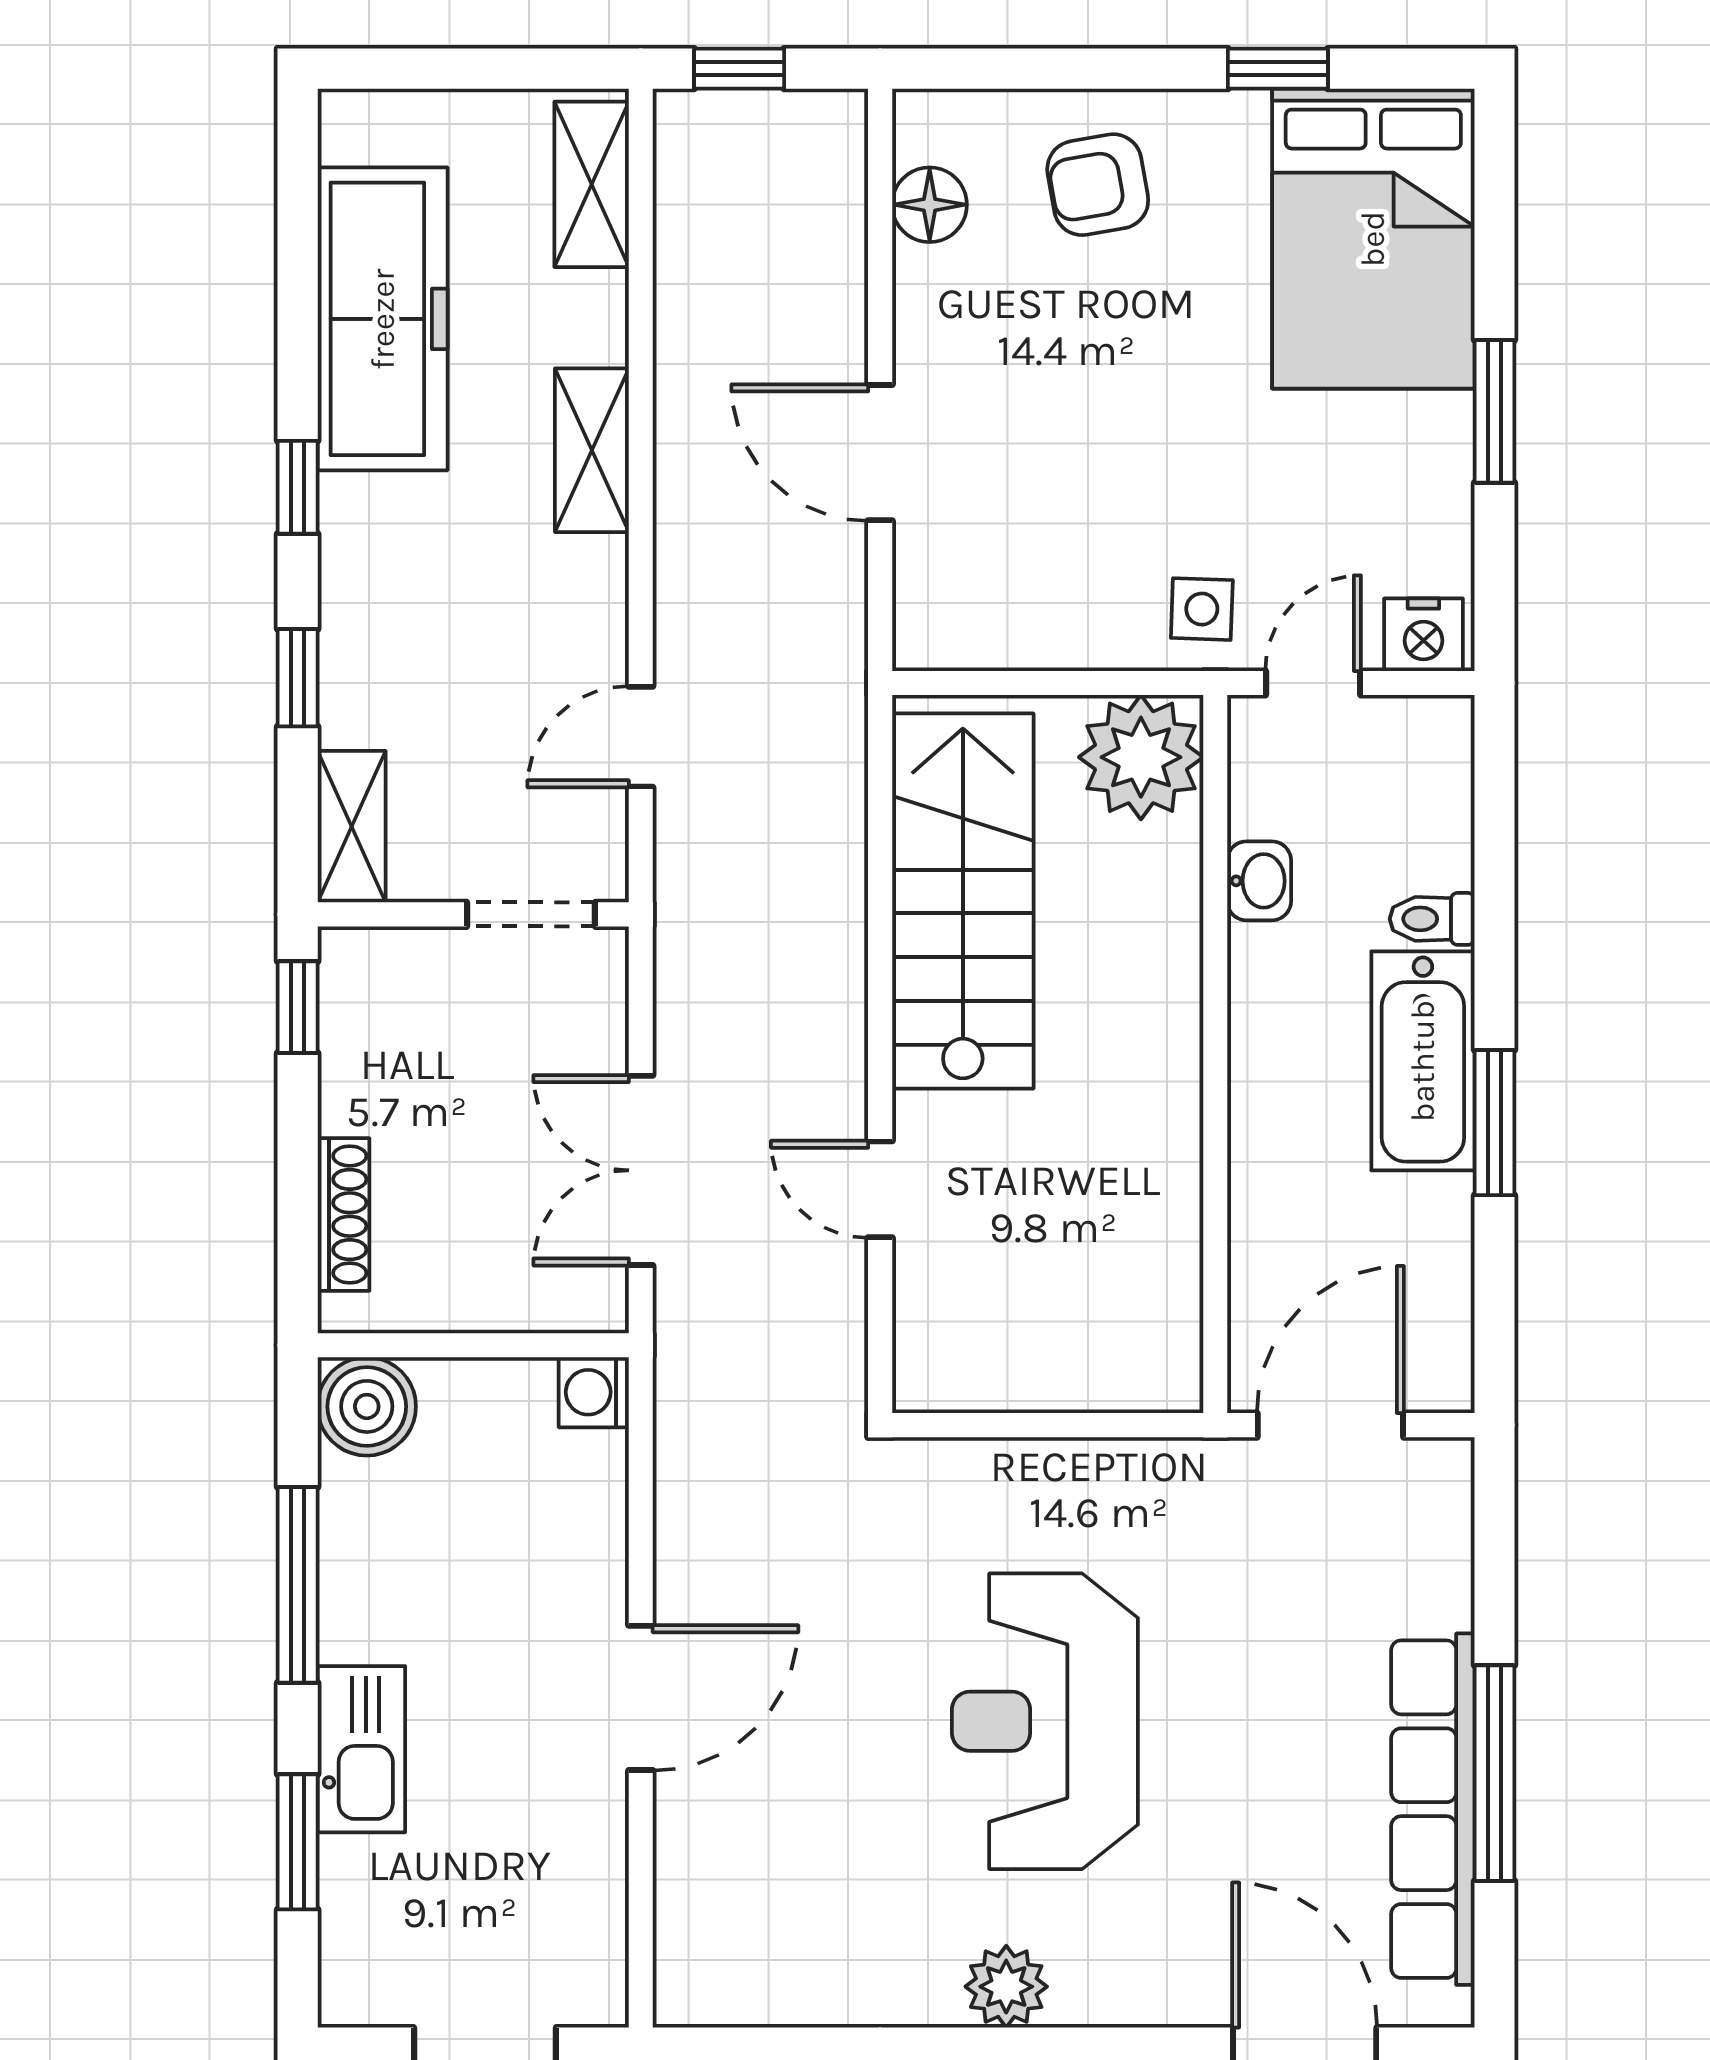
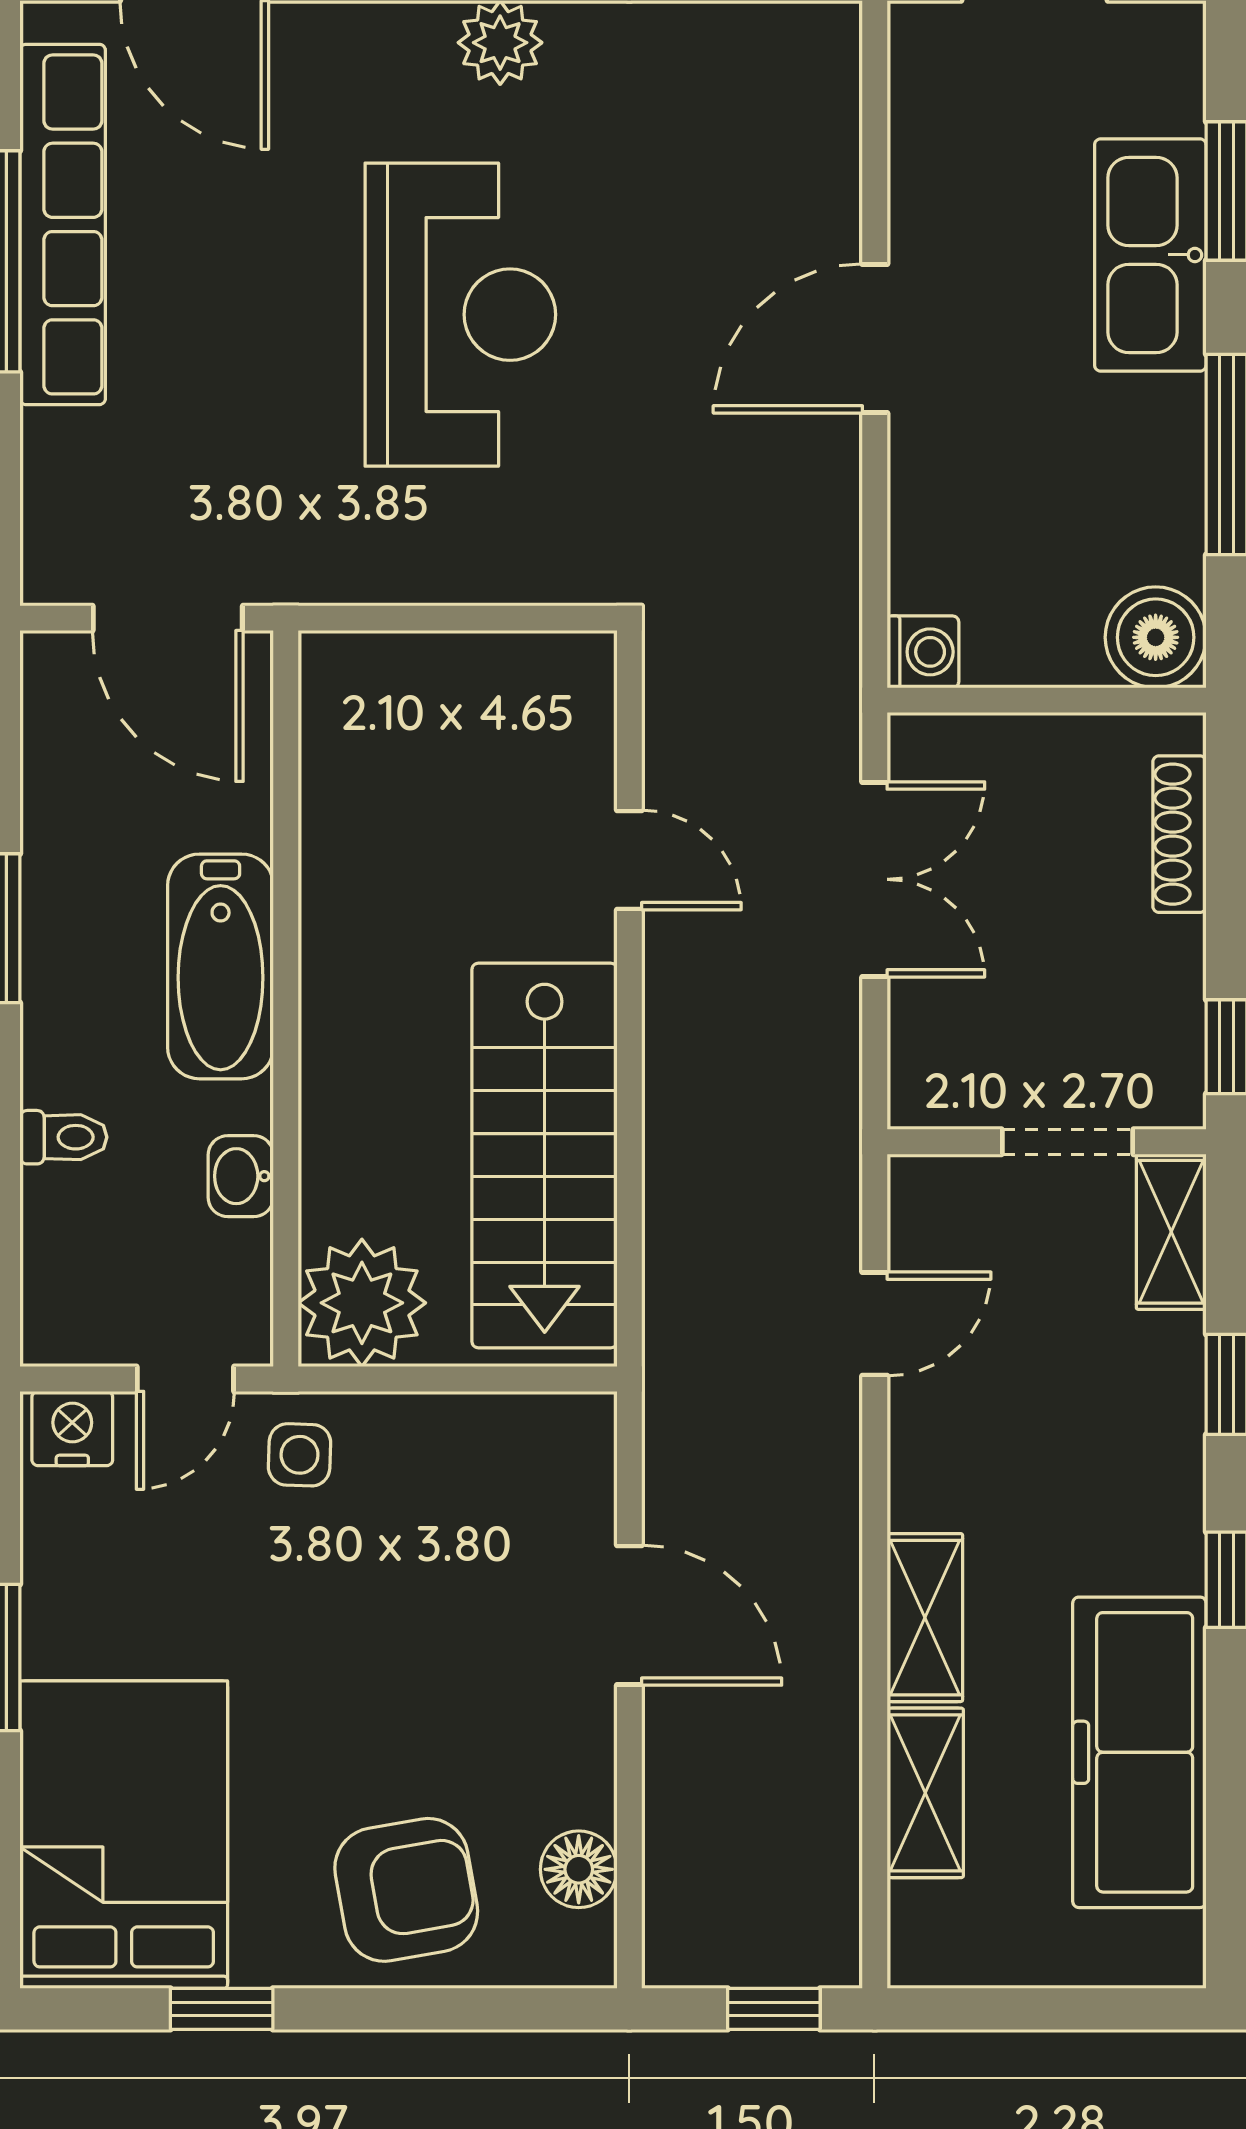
shelving: (592, 184) -> (925, 1793), moved
armchair: (1098, 185) -> (406, 1890), width x1.38, depth x1.38
doorway: (531, 914) -> (1068, 1142), moved
bathtub: (1423, 1061) -> (221, 966), moved, turned 180
door: (1330, 1425) -> (168, 618), hinge flipped
kitchen sink: (361, 1749) -> (1150, 255), width x1.36, depth x1.24

